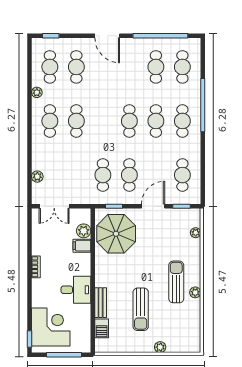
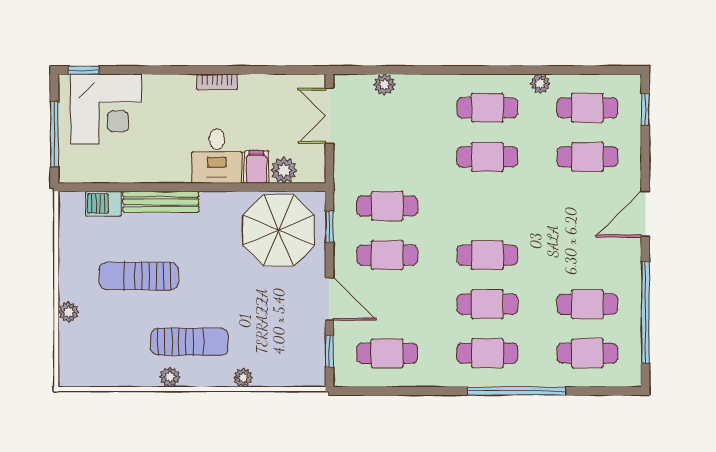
plant: (196, 233) -> (243, 378), moved
desk: (76, 290) -> (217, 156), moved
bench: (101, 303) -> (161, 202), width x1.36

